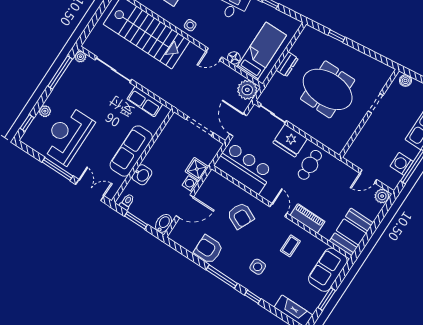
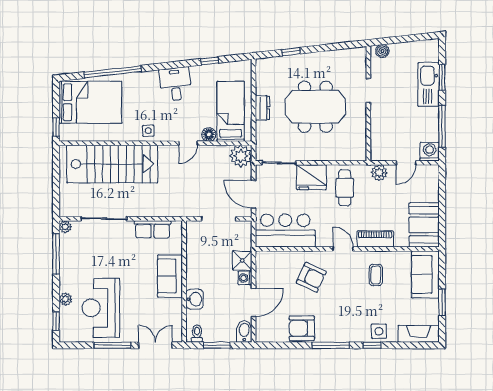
sofa: (131, 151) -> (170, 276), width x0.73
washing machine: (402, 164) -> (430, 152), moved, turned 90
plant: (382, 196) -> (379, 173), moved
side table: (258, 267) -> (379, 331), moved

